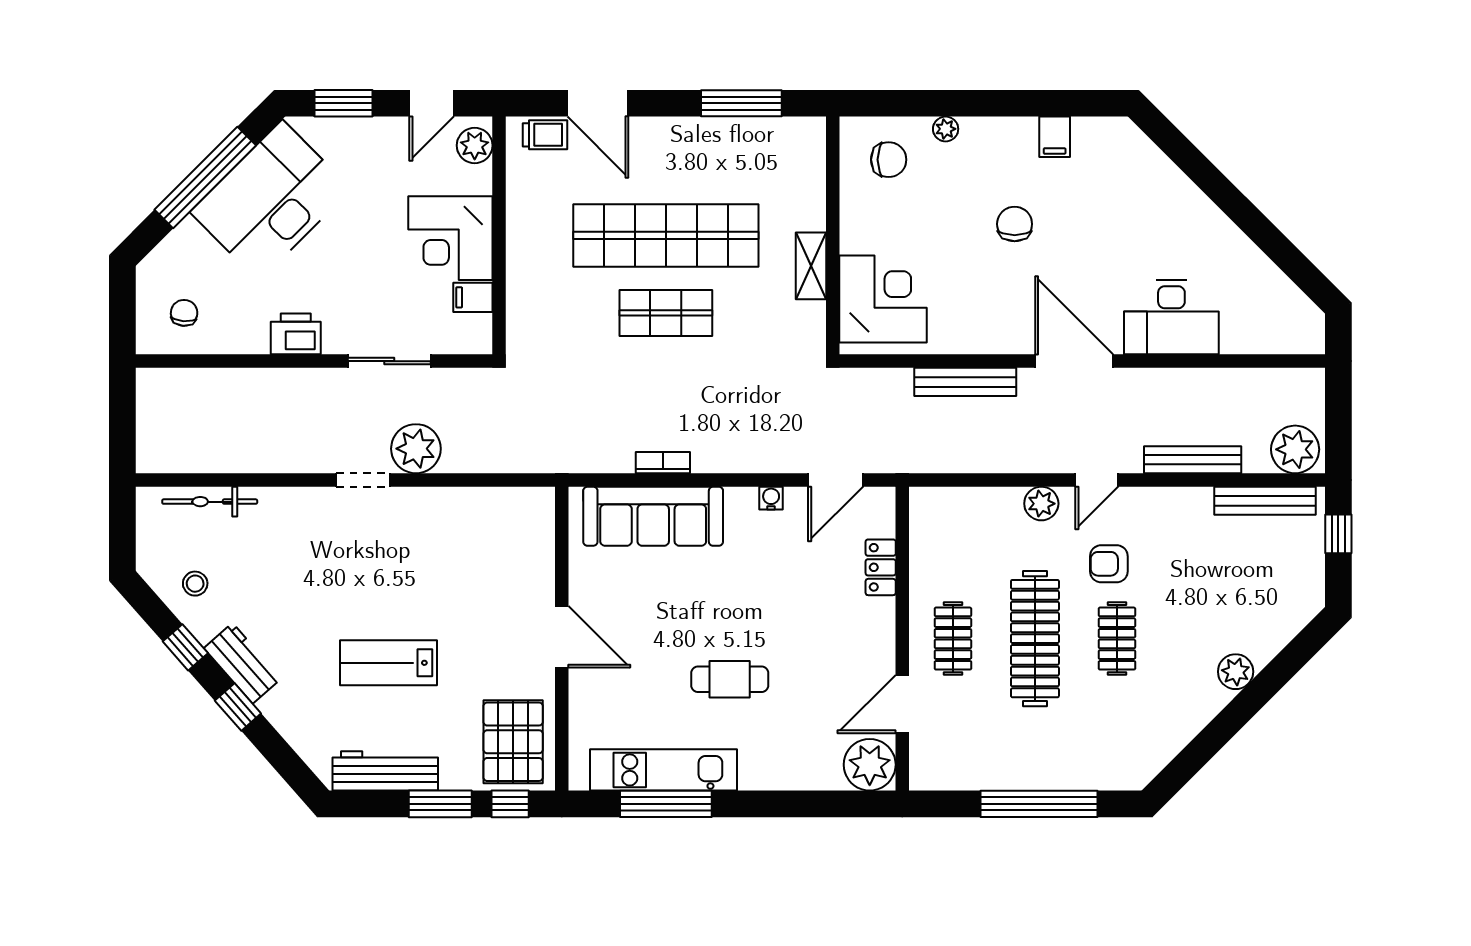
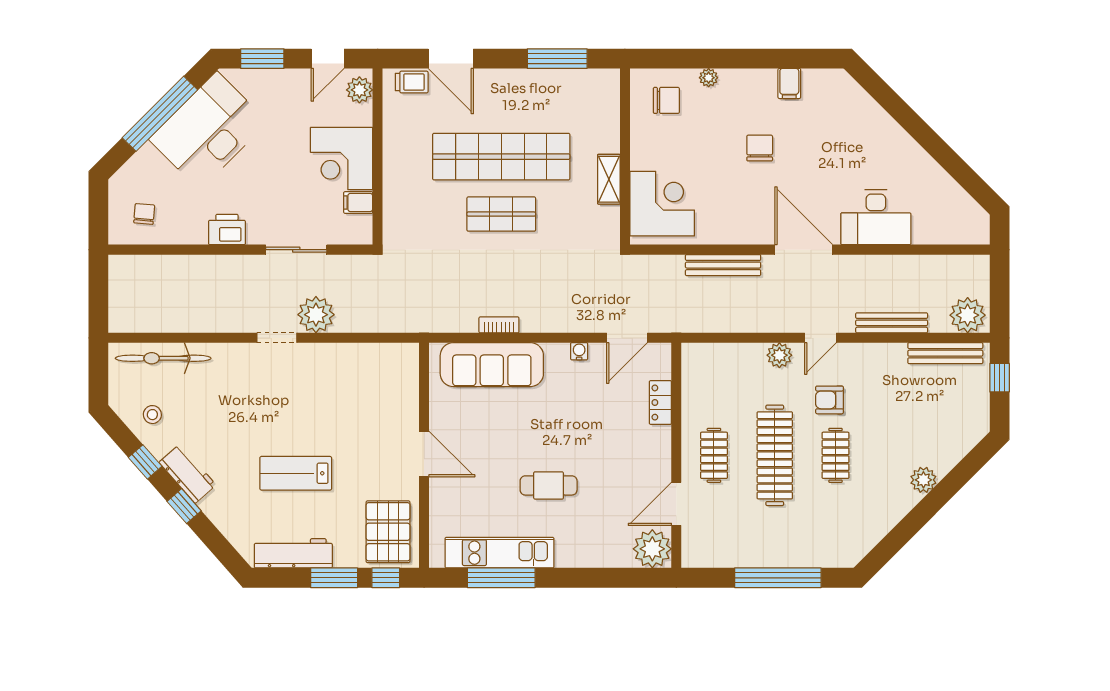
bicycle: (210, 502) -> (163, 358), width x1.37, depth x1.40

